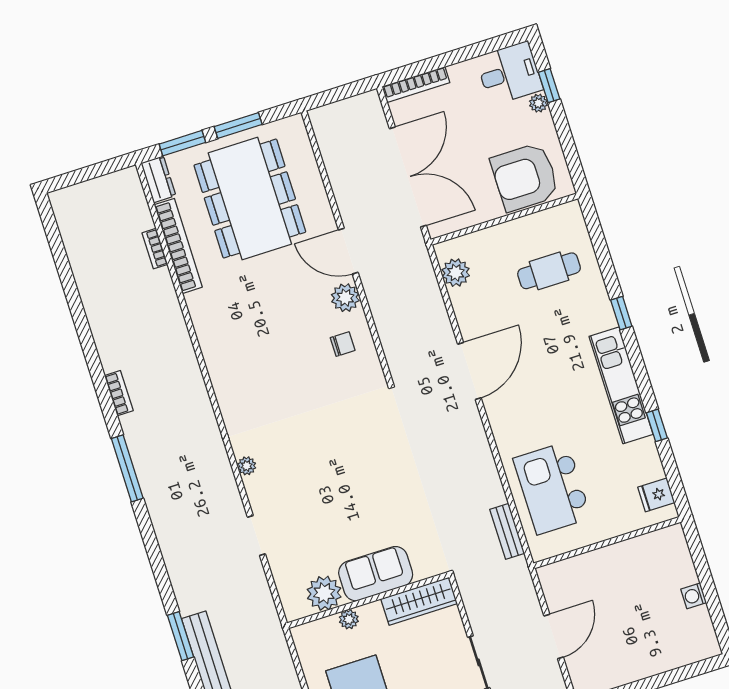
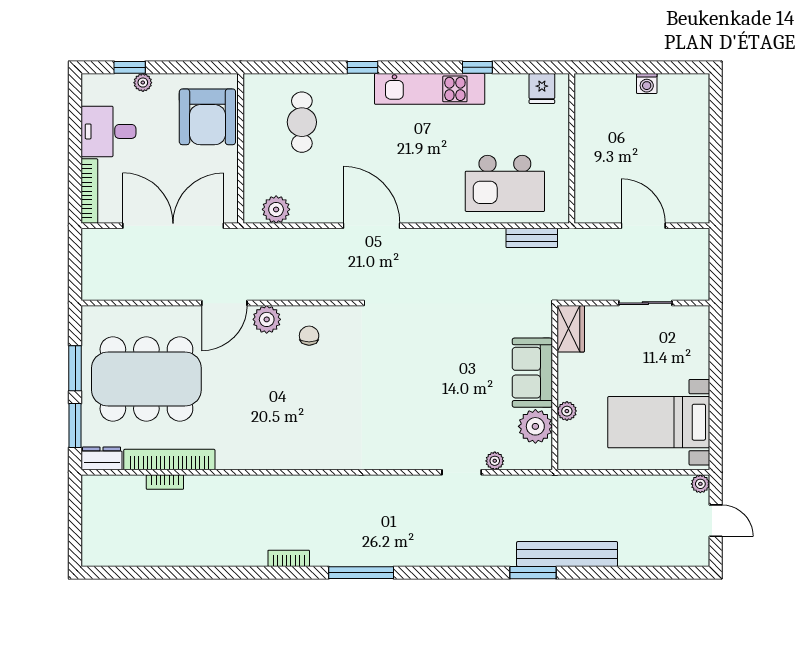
desk: (509, 73) -> (108, 131), moved, turned -90
plant: (247, 466) -> (495, 461), moved
wardrobe: (419, 601) -> (571, 329), width x0.67

